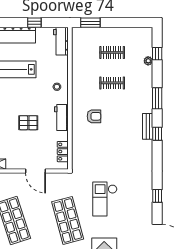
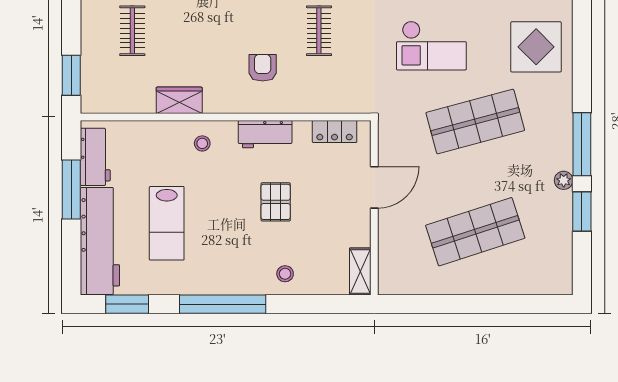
window: (34, 23) -> (71, 189), width x2.17
workbench: (61, 41) -> (95, 157), moved, turned -90
wardrobe: (78, 75) -> (179, 100), added
clothes rail: (112, 83) -> (319, 31), moved

